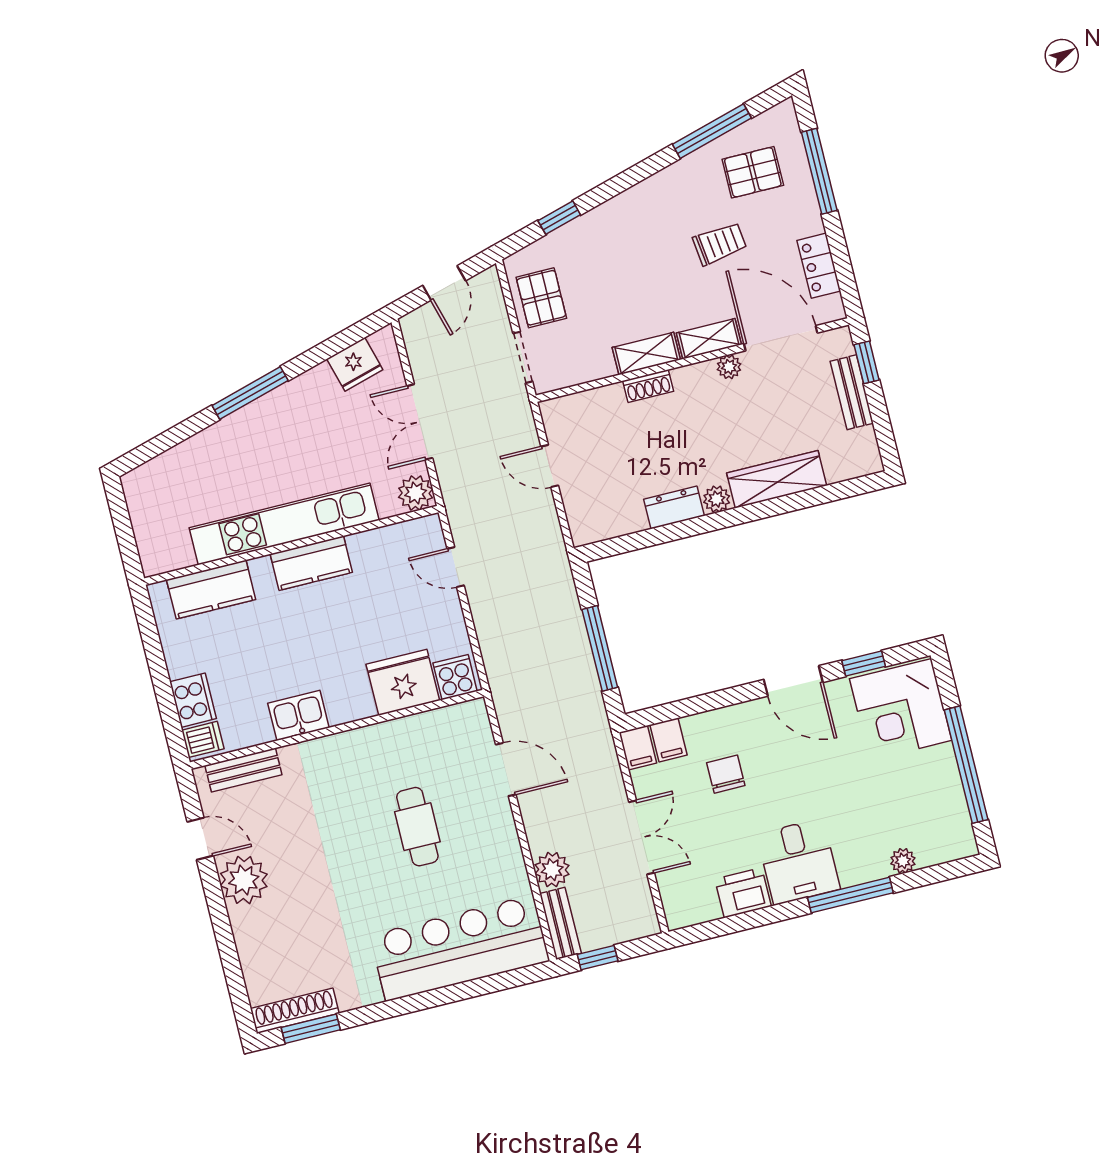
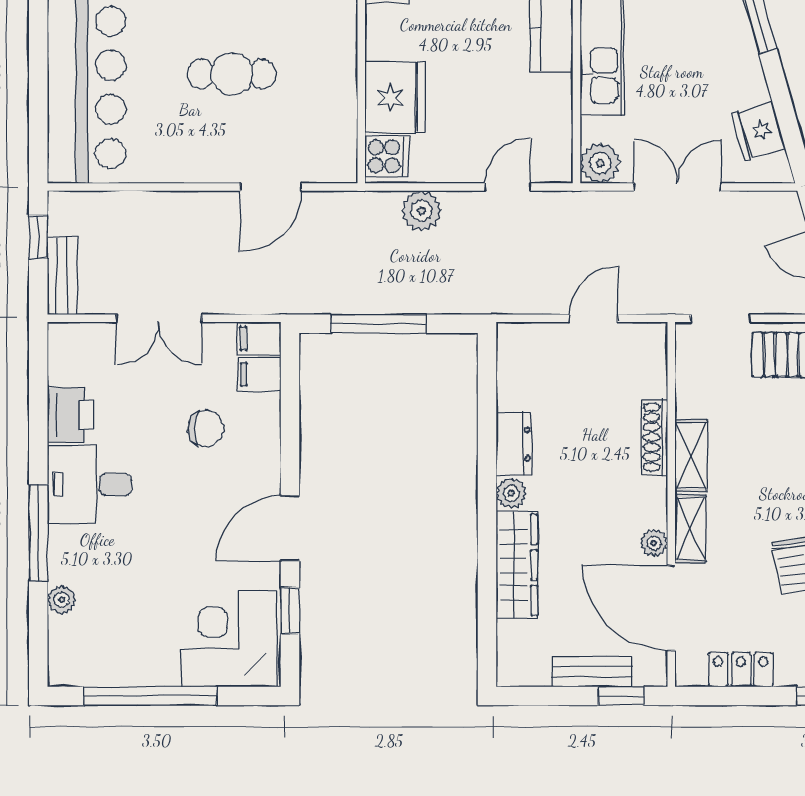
door: (781, 338) -> (671, 608), swing flipped
shoe rack: (648, 386) -> (655, 437), width x1.43
plant: (552, 870) -> (421, 211), moved
bench: (561, 923) -> (62, 276), moved, turned 90

